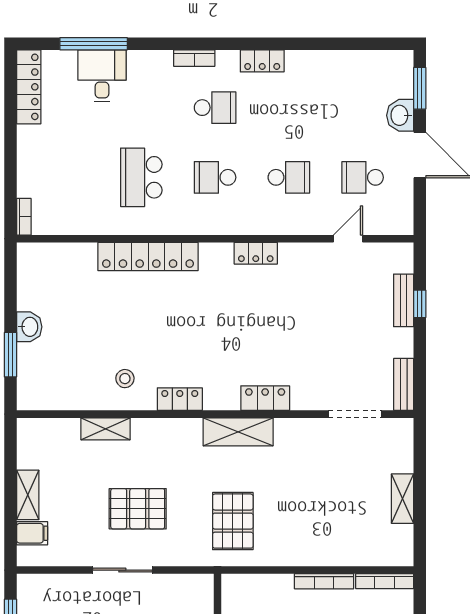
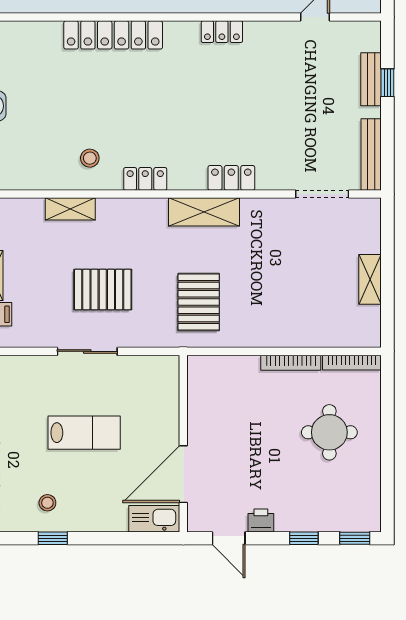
bench: (404, 384) -> (371, 154), width x1.36

